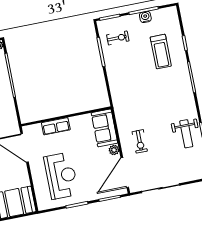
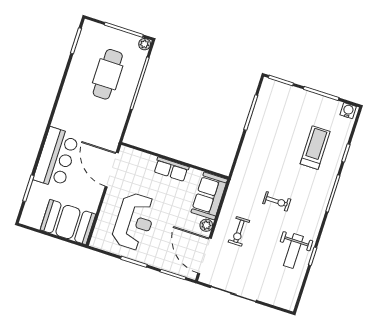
water cooler: (145, 17) -> (348, 111), moved
exercise bike: (118, 38) -> (277, 201), moved
treadmill: (161, 52) -> (315, 148), turned 180
row of seats: (56, 126) -> (171, 169), moved
door: (125, 173) -> (204, 256), hinge flipped

